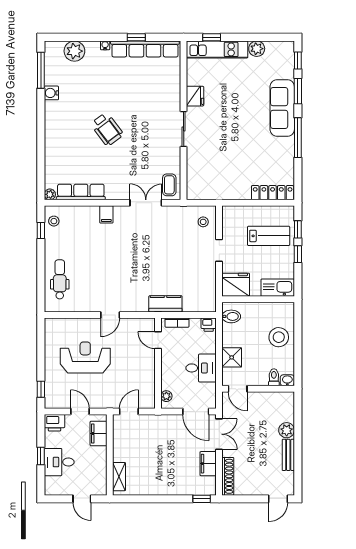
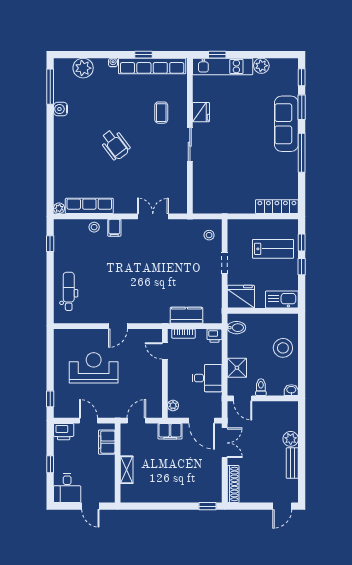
coffee table: (169, 185) -> (161, 113), moved
stool: (54, 221) -> (94, 227), moved
kitchen counter: (165, 304) -> (186, 315), moved
toilet: (274, 377) -> (261, 387), moved
desk: (59, 462) -> (67, 488), moved, turned -90
filing cabinet: (208, 464) -> (170, 431), moved, turned -90
shelving: (119, 477) -> (127, 470), moved

